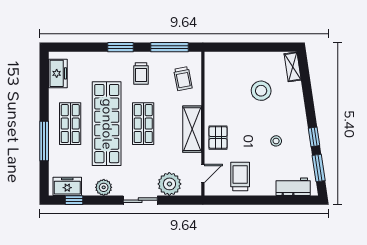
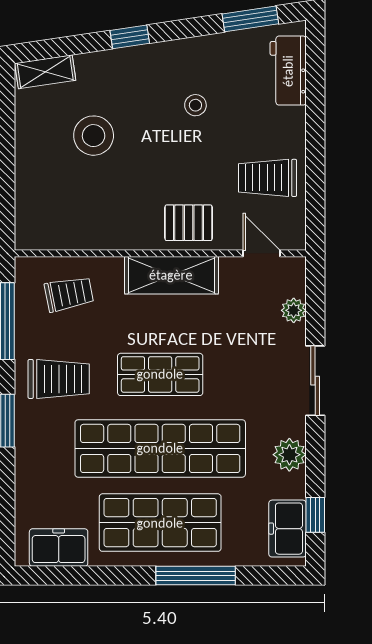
trolley: (141, 74) -> (59, 379), width x1.36, depth x1.39
shop shelf: (70, 124) -> (160, 523), width x1.43, depth x1.36
window: (314, 137) -> (130, 37), moved
plant: (169, 184) -> (294, 310), width x0.53, depth x0.53

